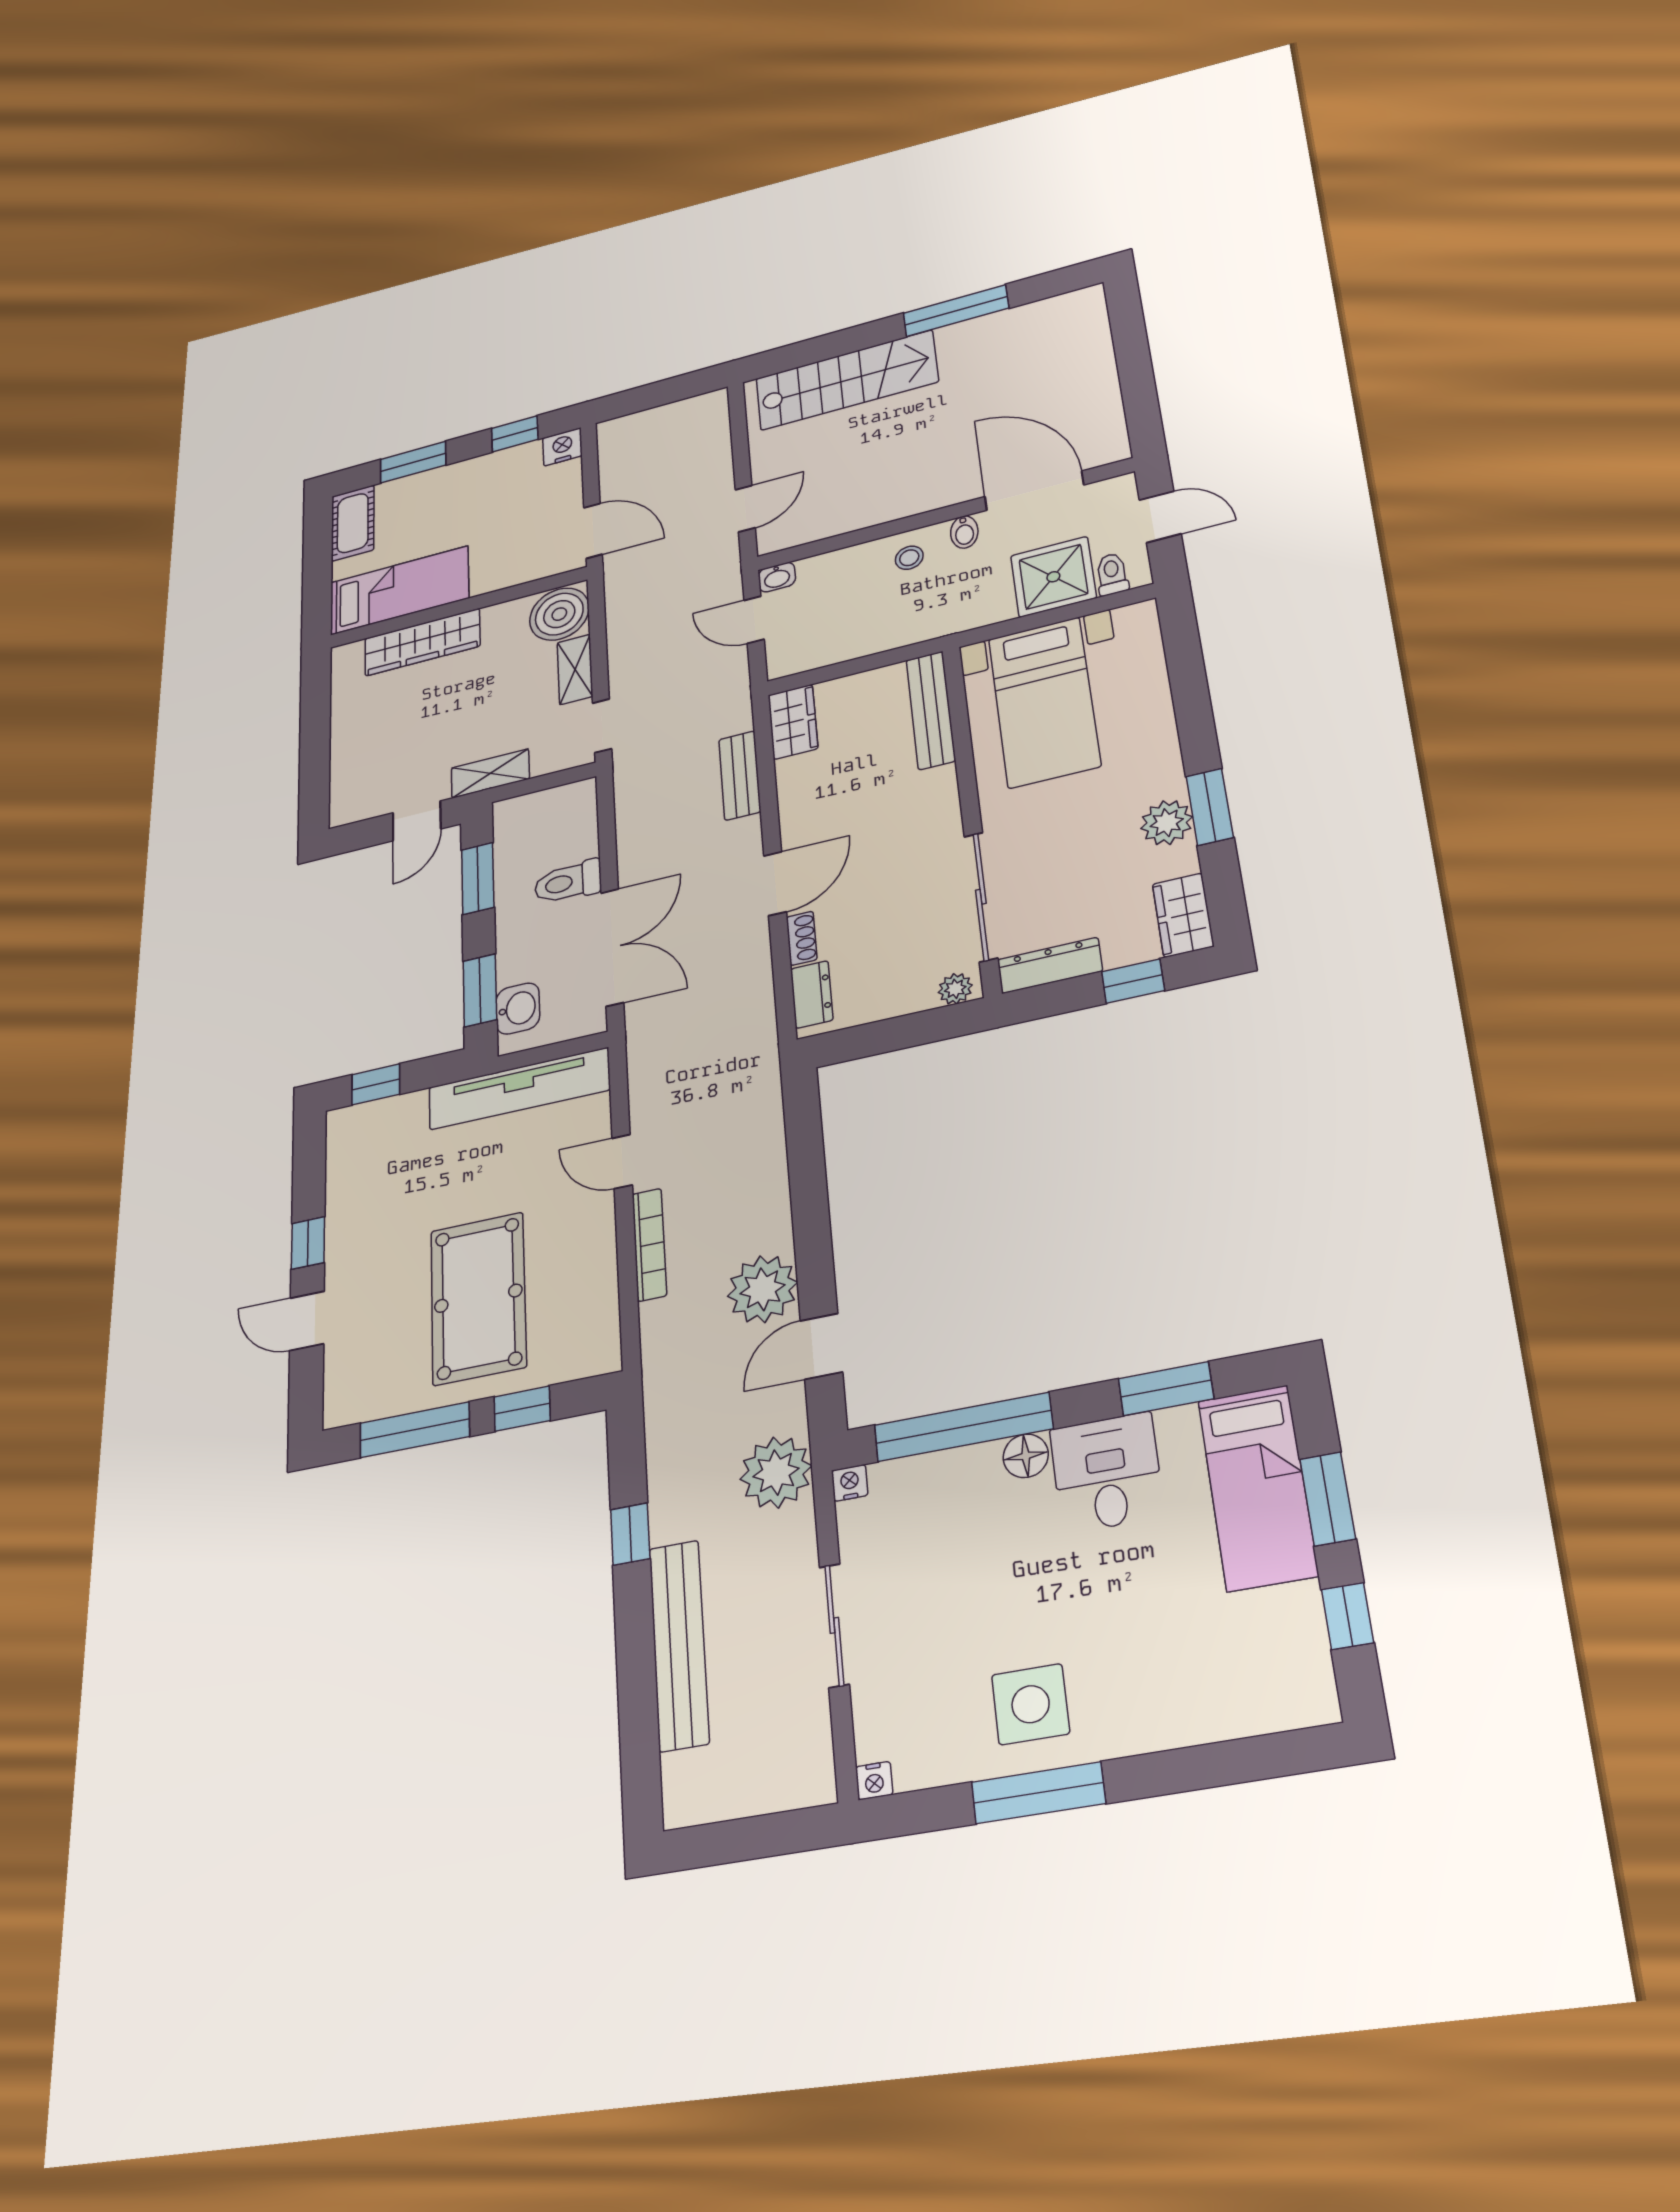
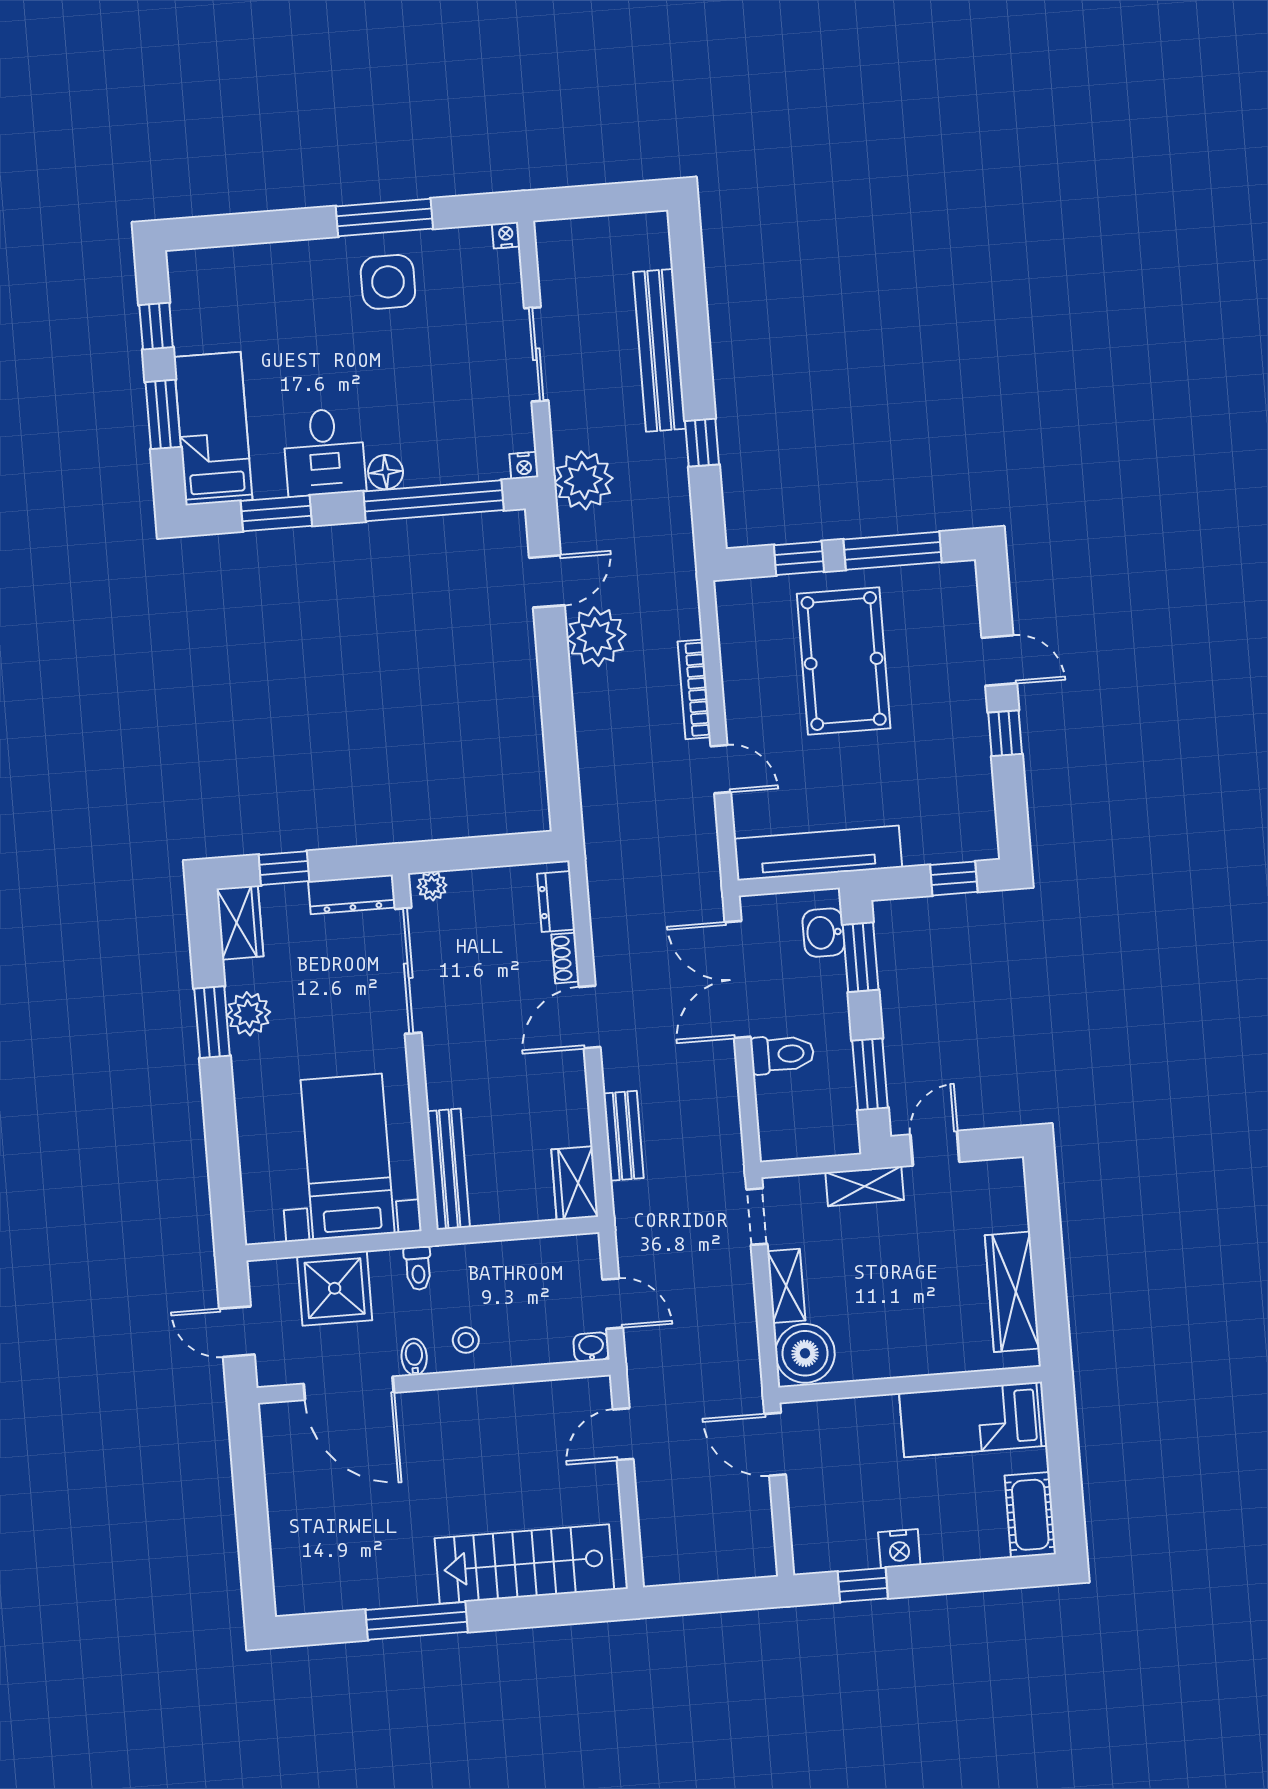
nightstand: (562, 447) -> (899, 1549), moved
window: (413, 462) -> (970, 1576), removed
toilet: (1112, 574) -> (418, 1268), moved
wardrobe: (422, 642) -> (1012, 1292), moved, turned -90

